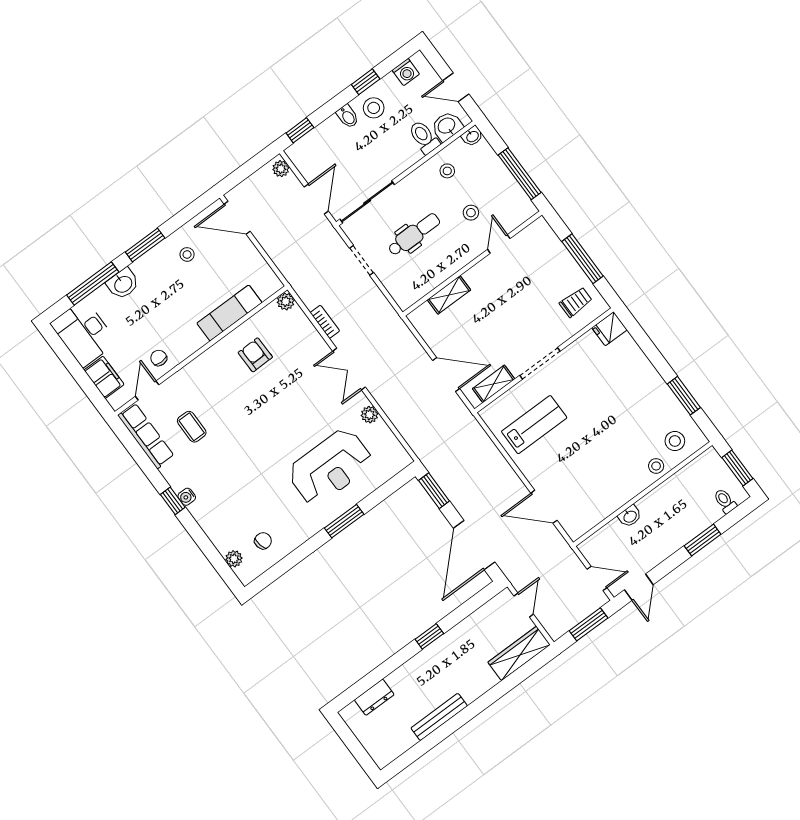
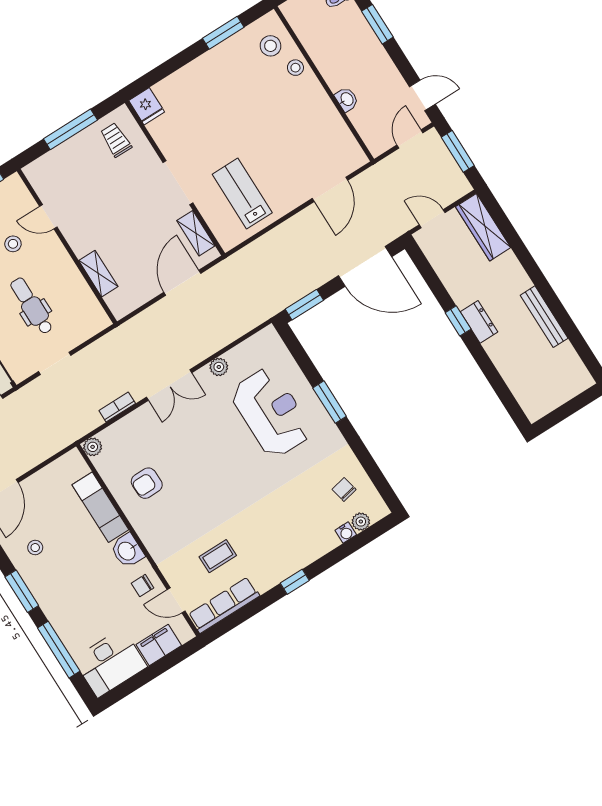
washbasin: (123, 284) -> (127, 551), moved, turned 180
water cooler: (187, 497) -> (346, 532), moved
dresser: (374, 697) -> (479, 322), moved

